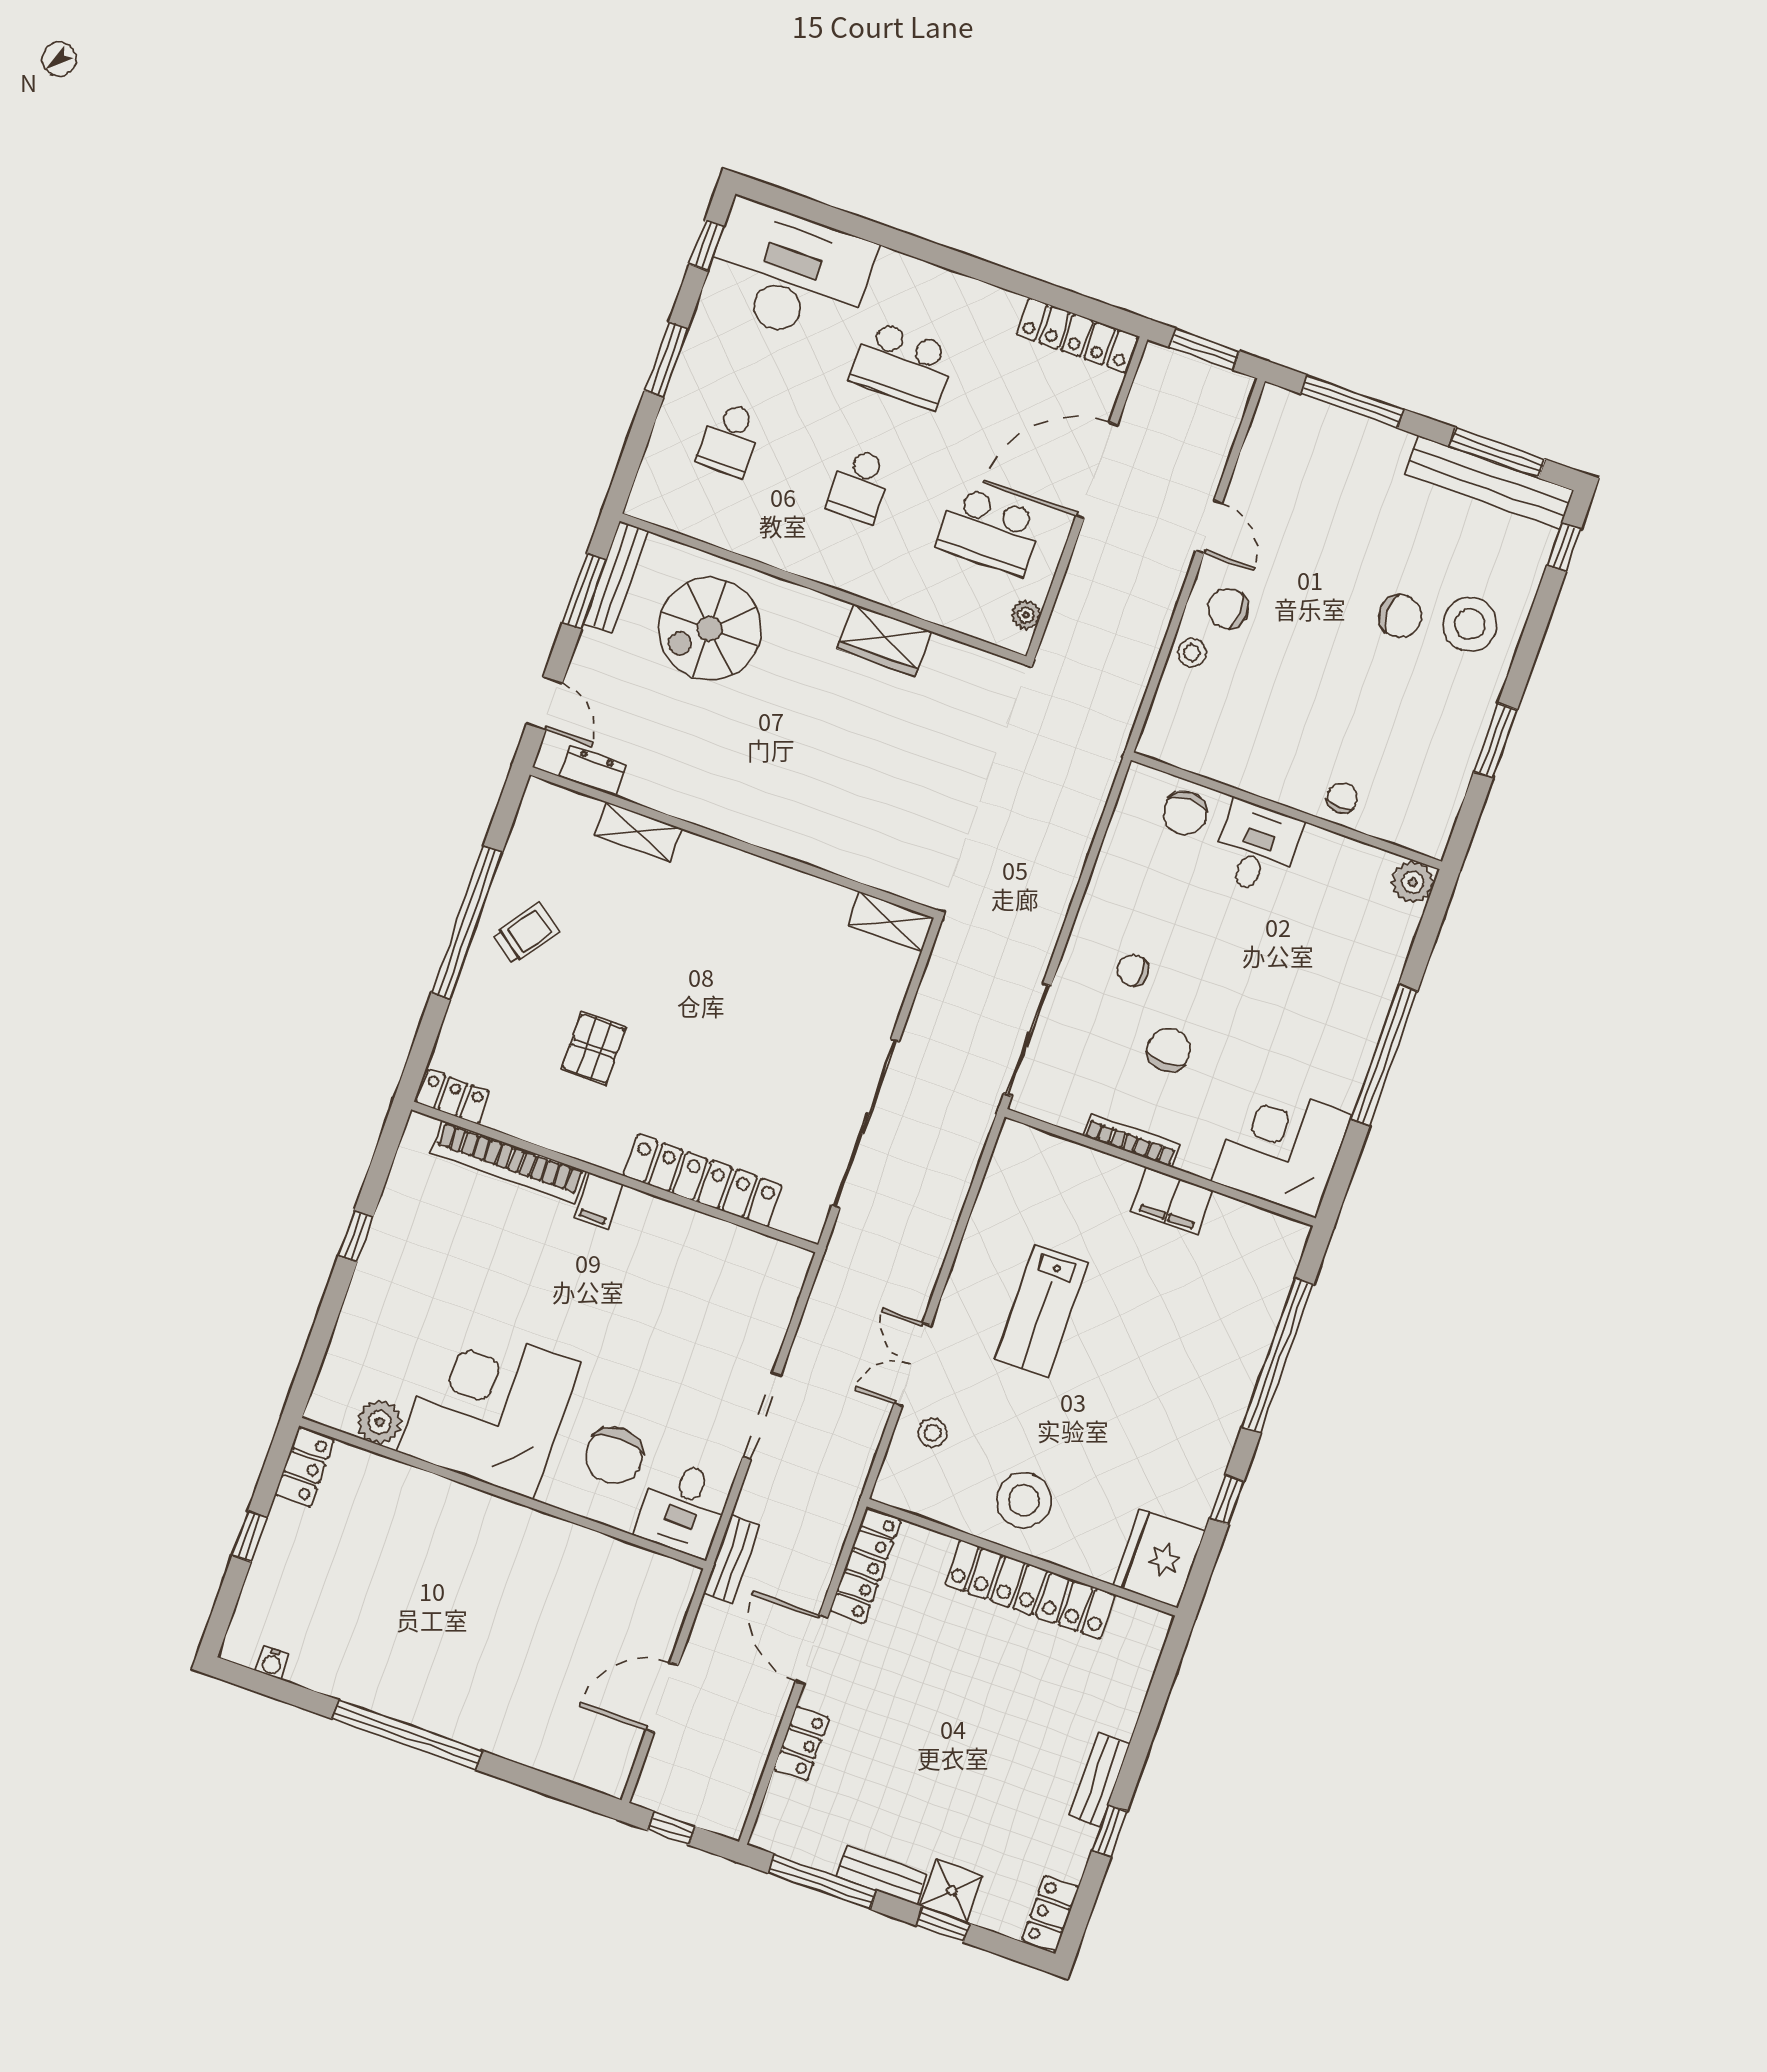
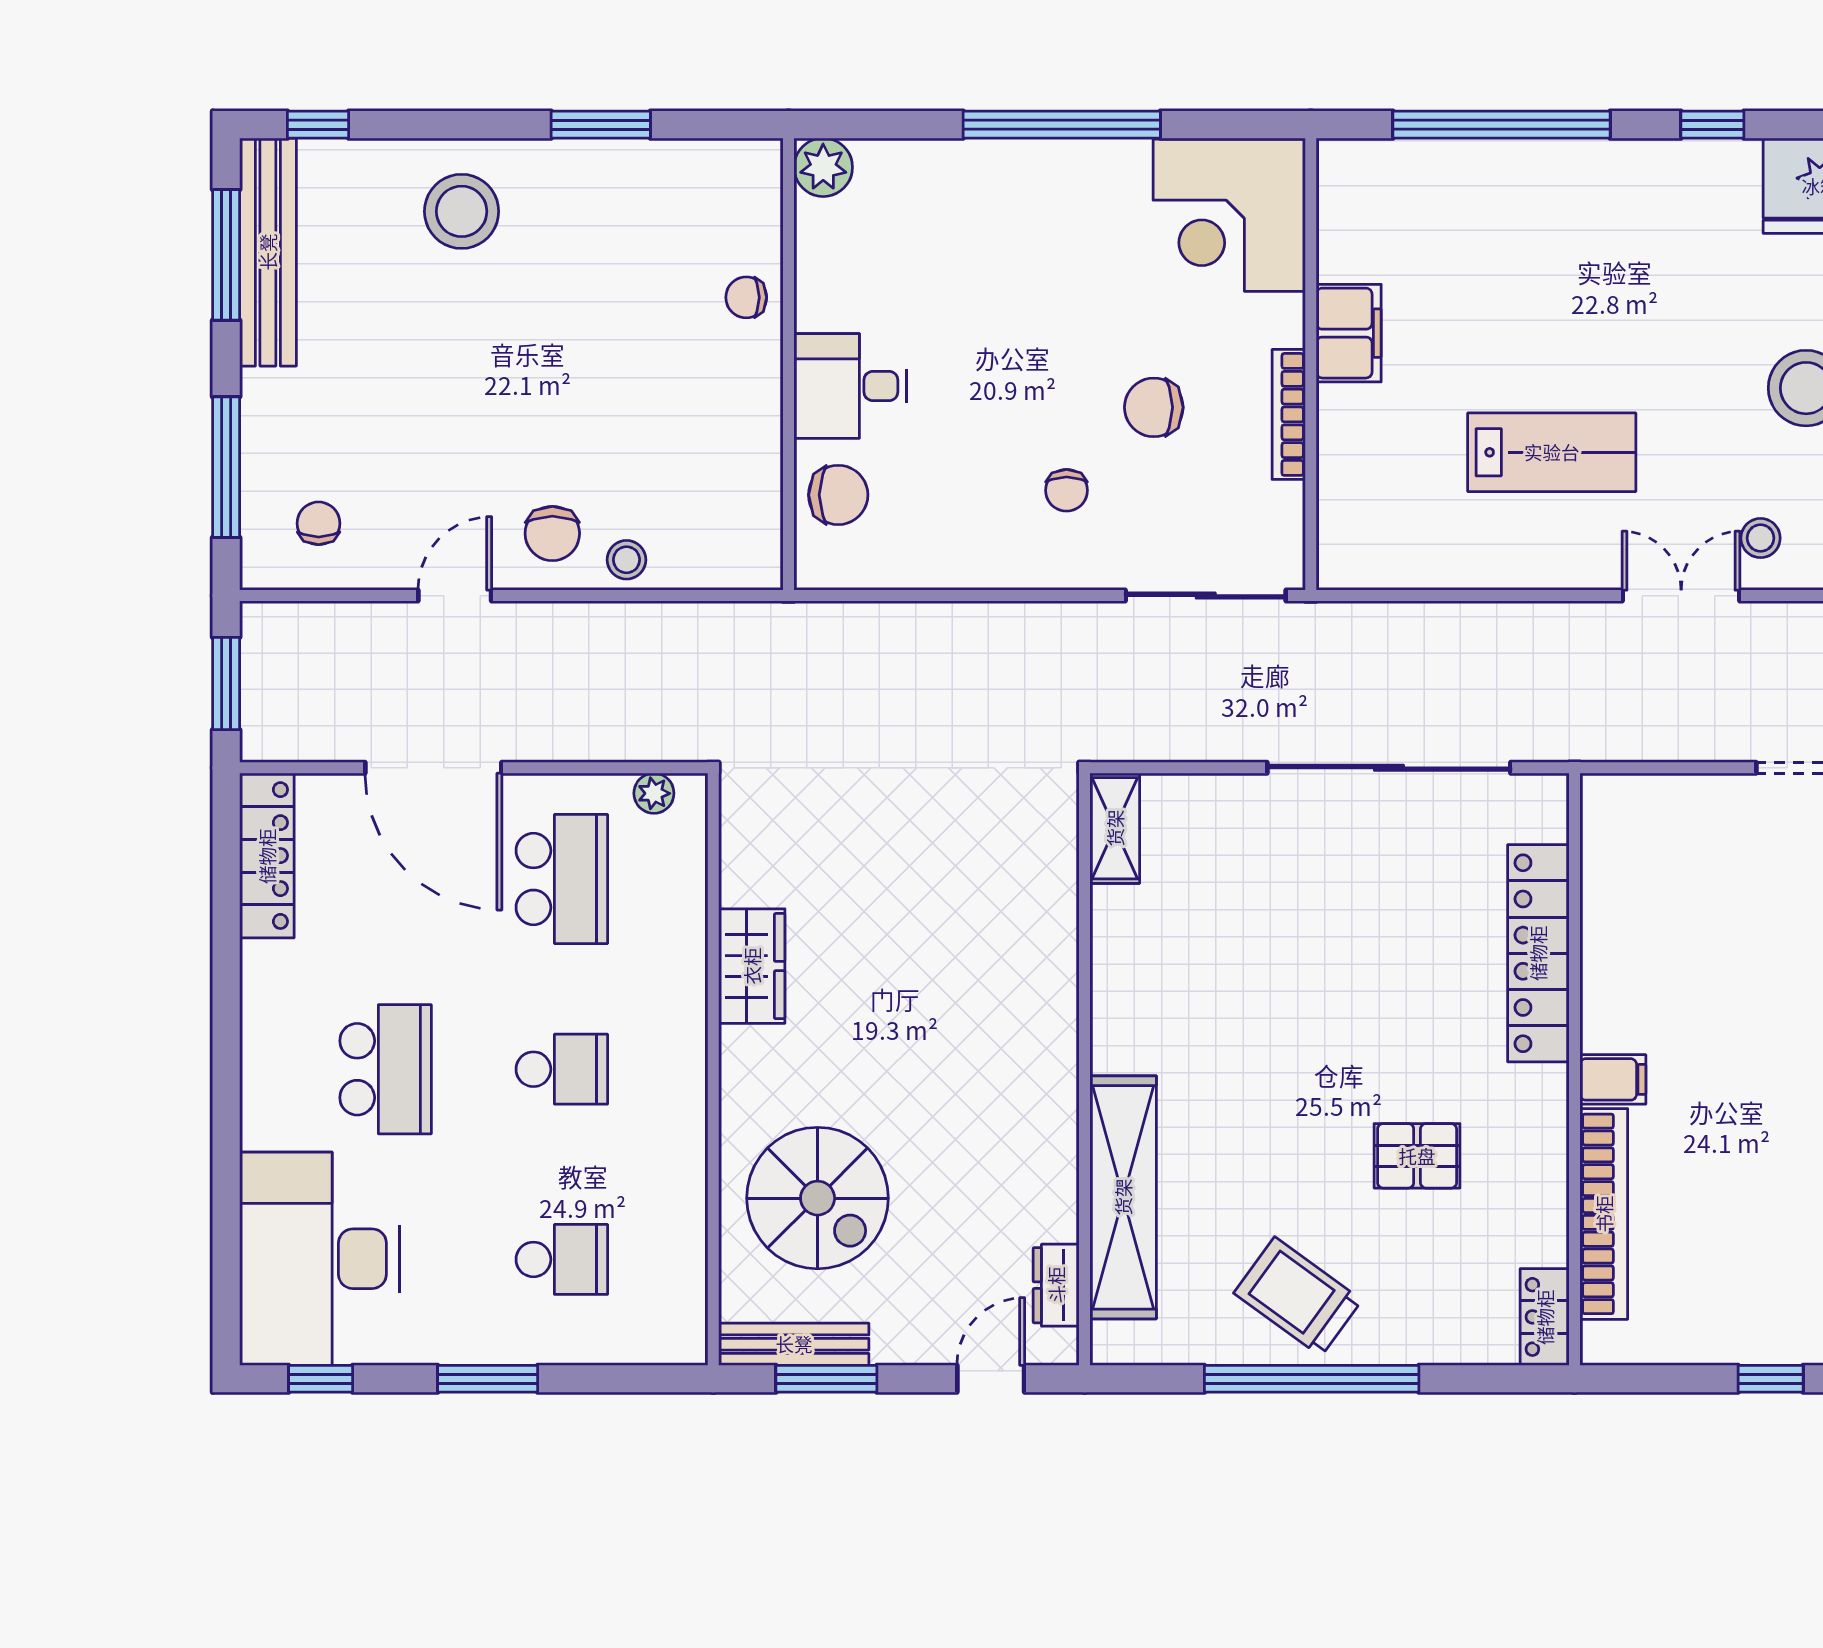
chair: (1400, 616) -> (319, 523), moved, width x0.73, depth x0.73
shelving: (638, 832) -> (1123, 1197), width x2.20, depth x1.33
trolley: (526, 933) -> (1298, 1297), width x1.36, depth x1.39
double door: (912, 1365) -> (1681, 596), swing flipped

